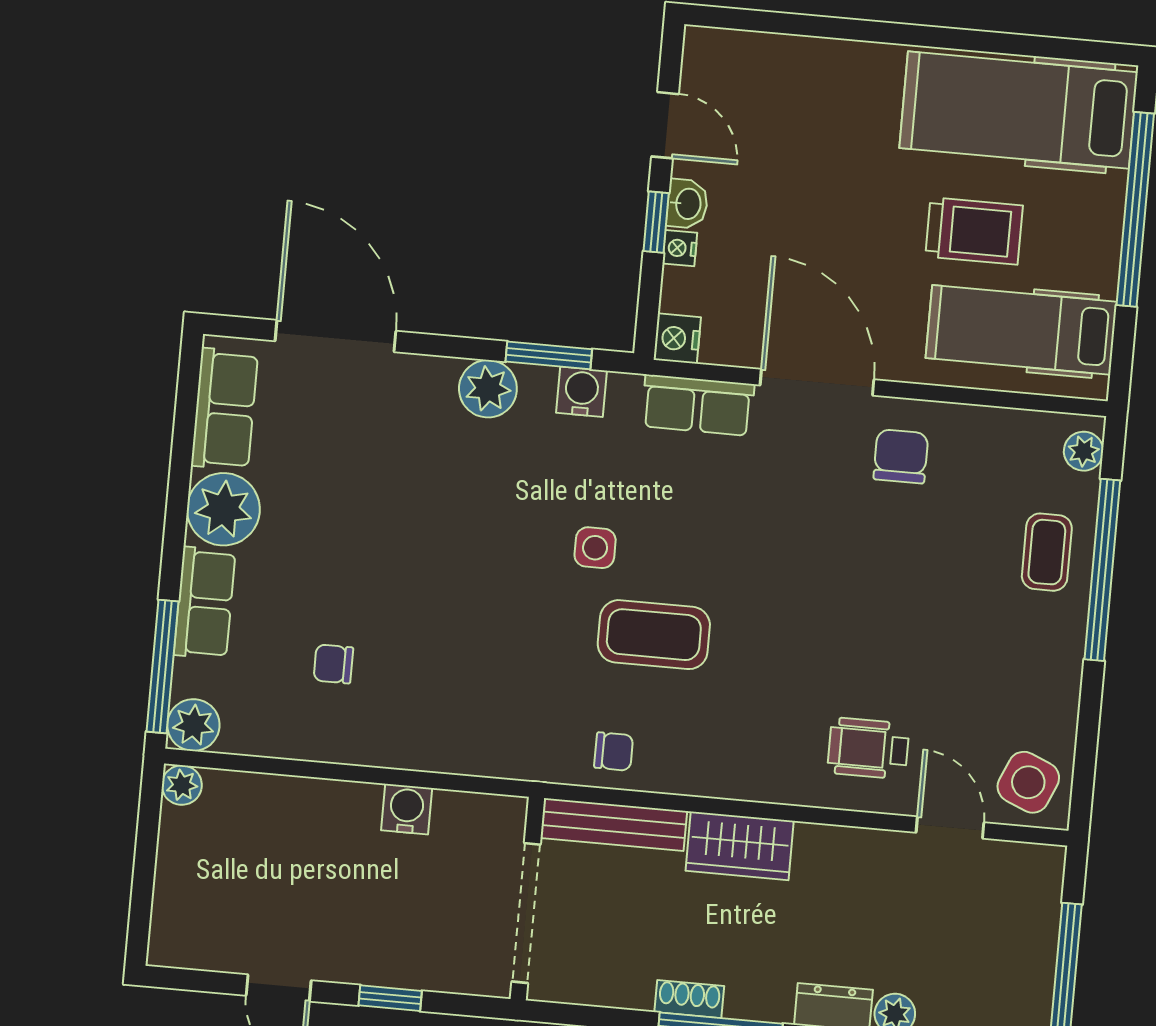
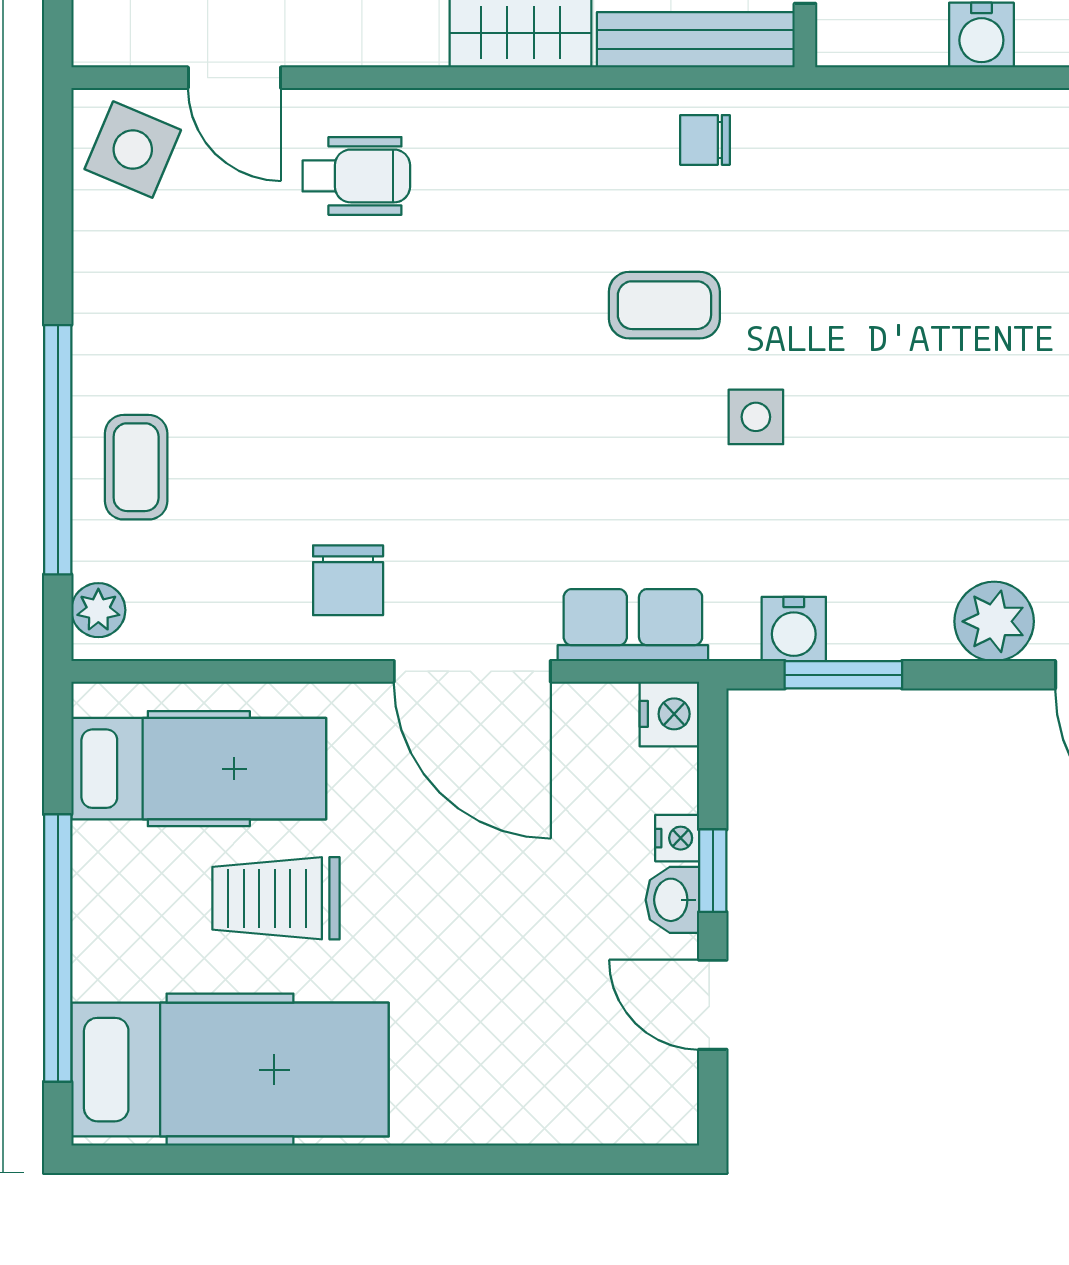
plant: (488, 389) -> (994, 621), moved
coffee table: (654, 635) -> (664, 305), width x0.73, depth x0.77

